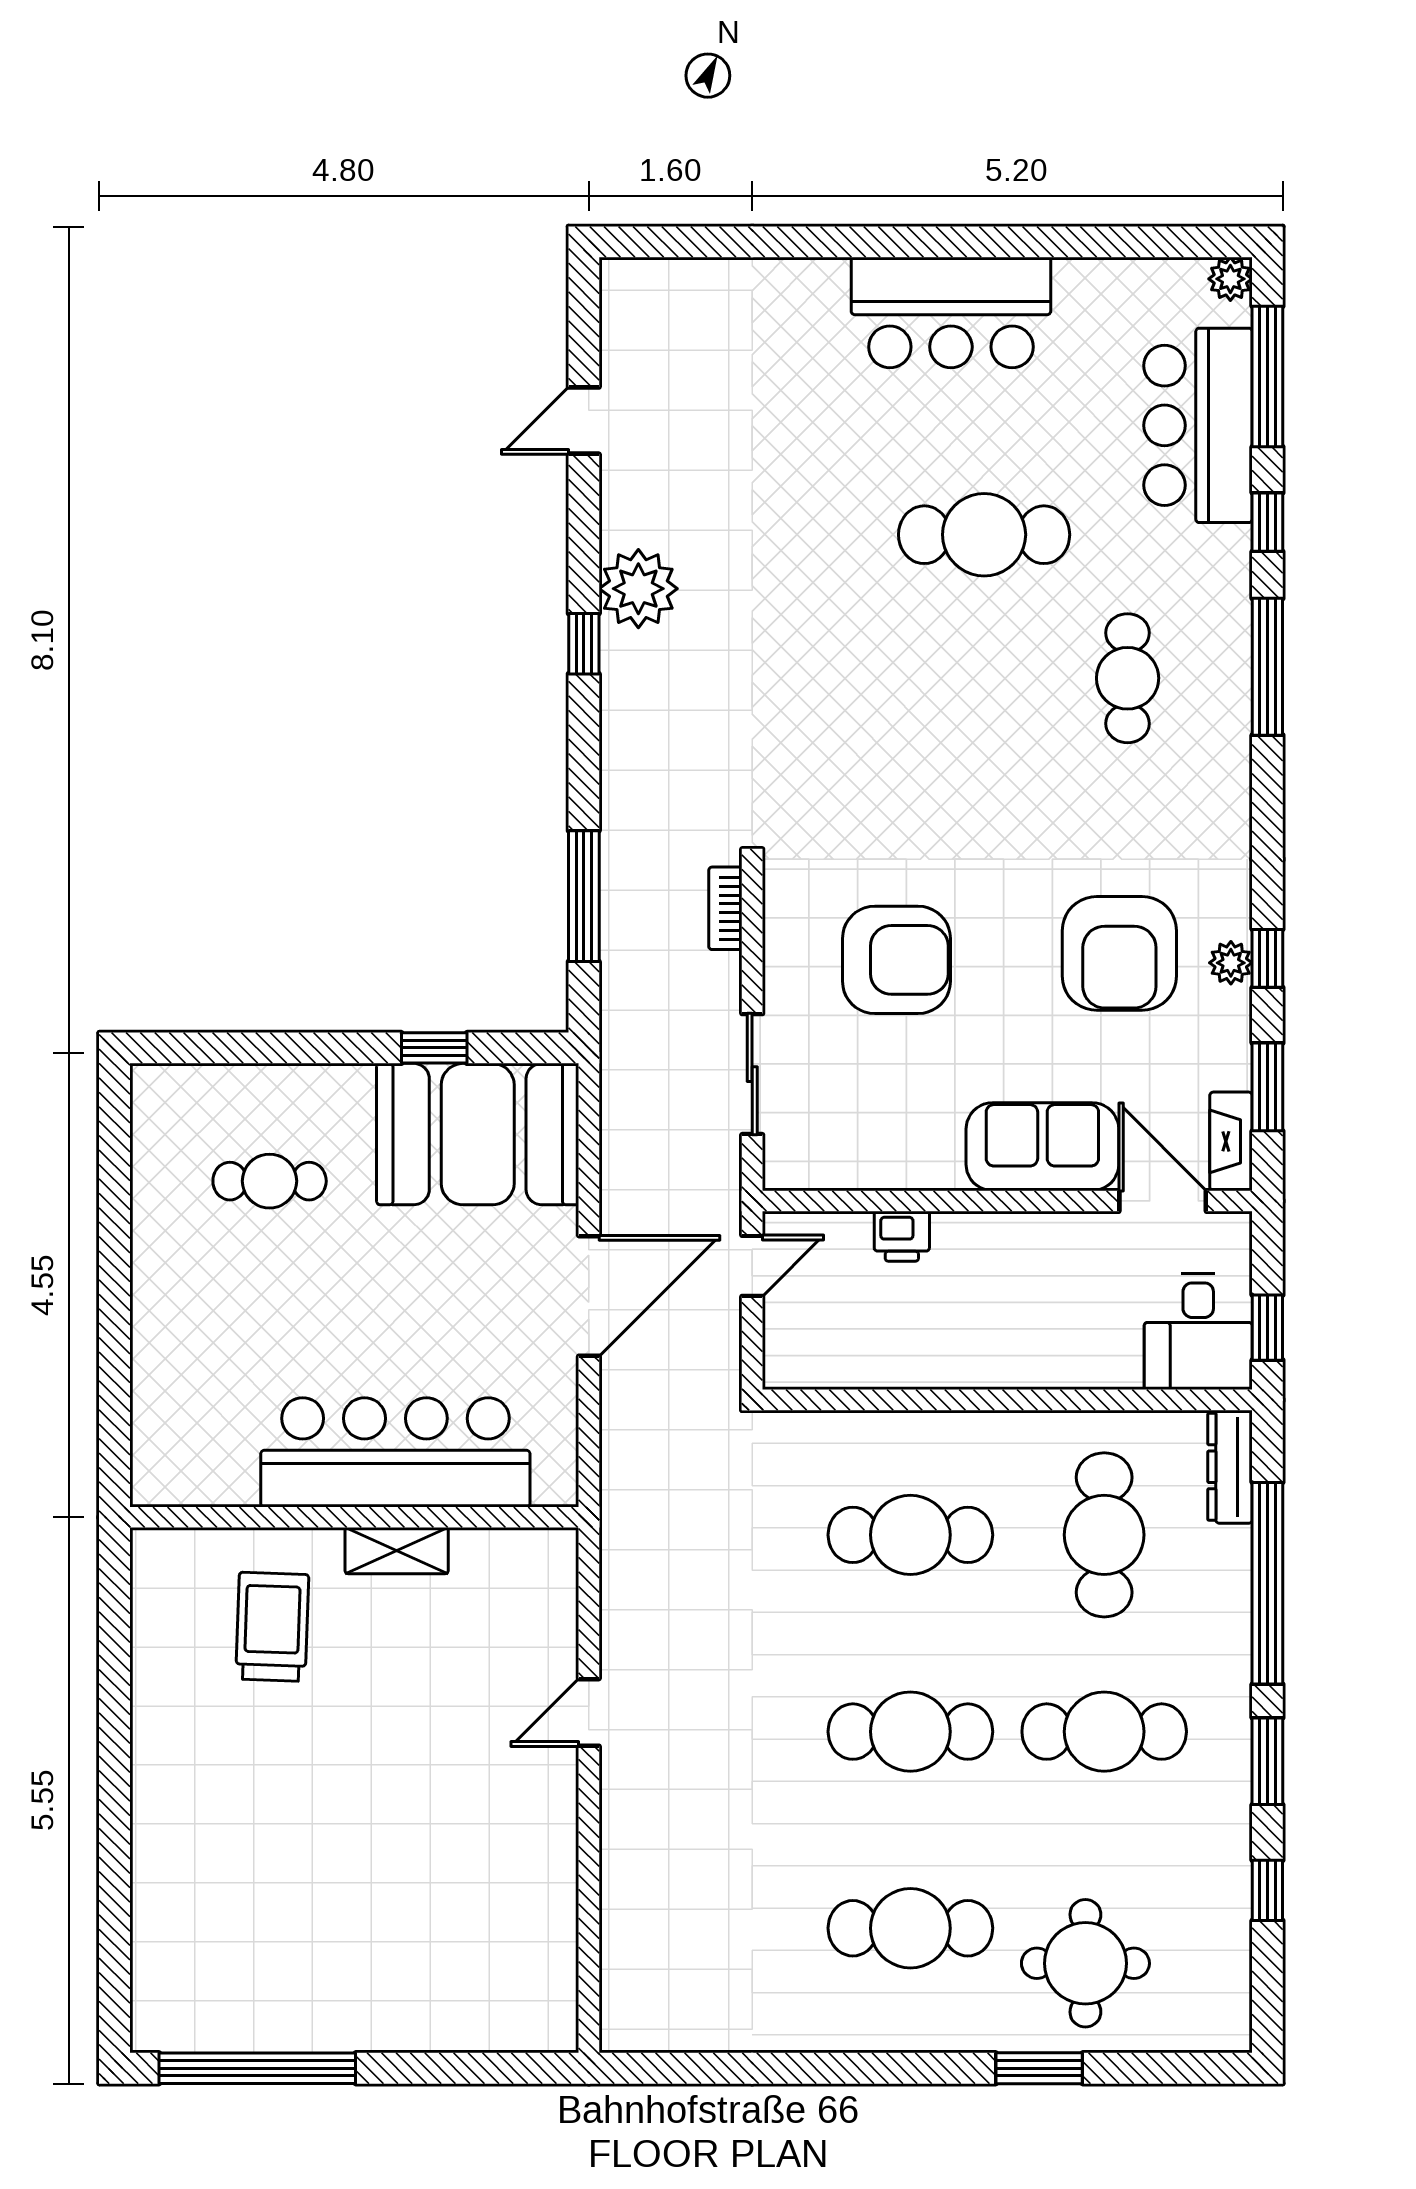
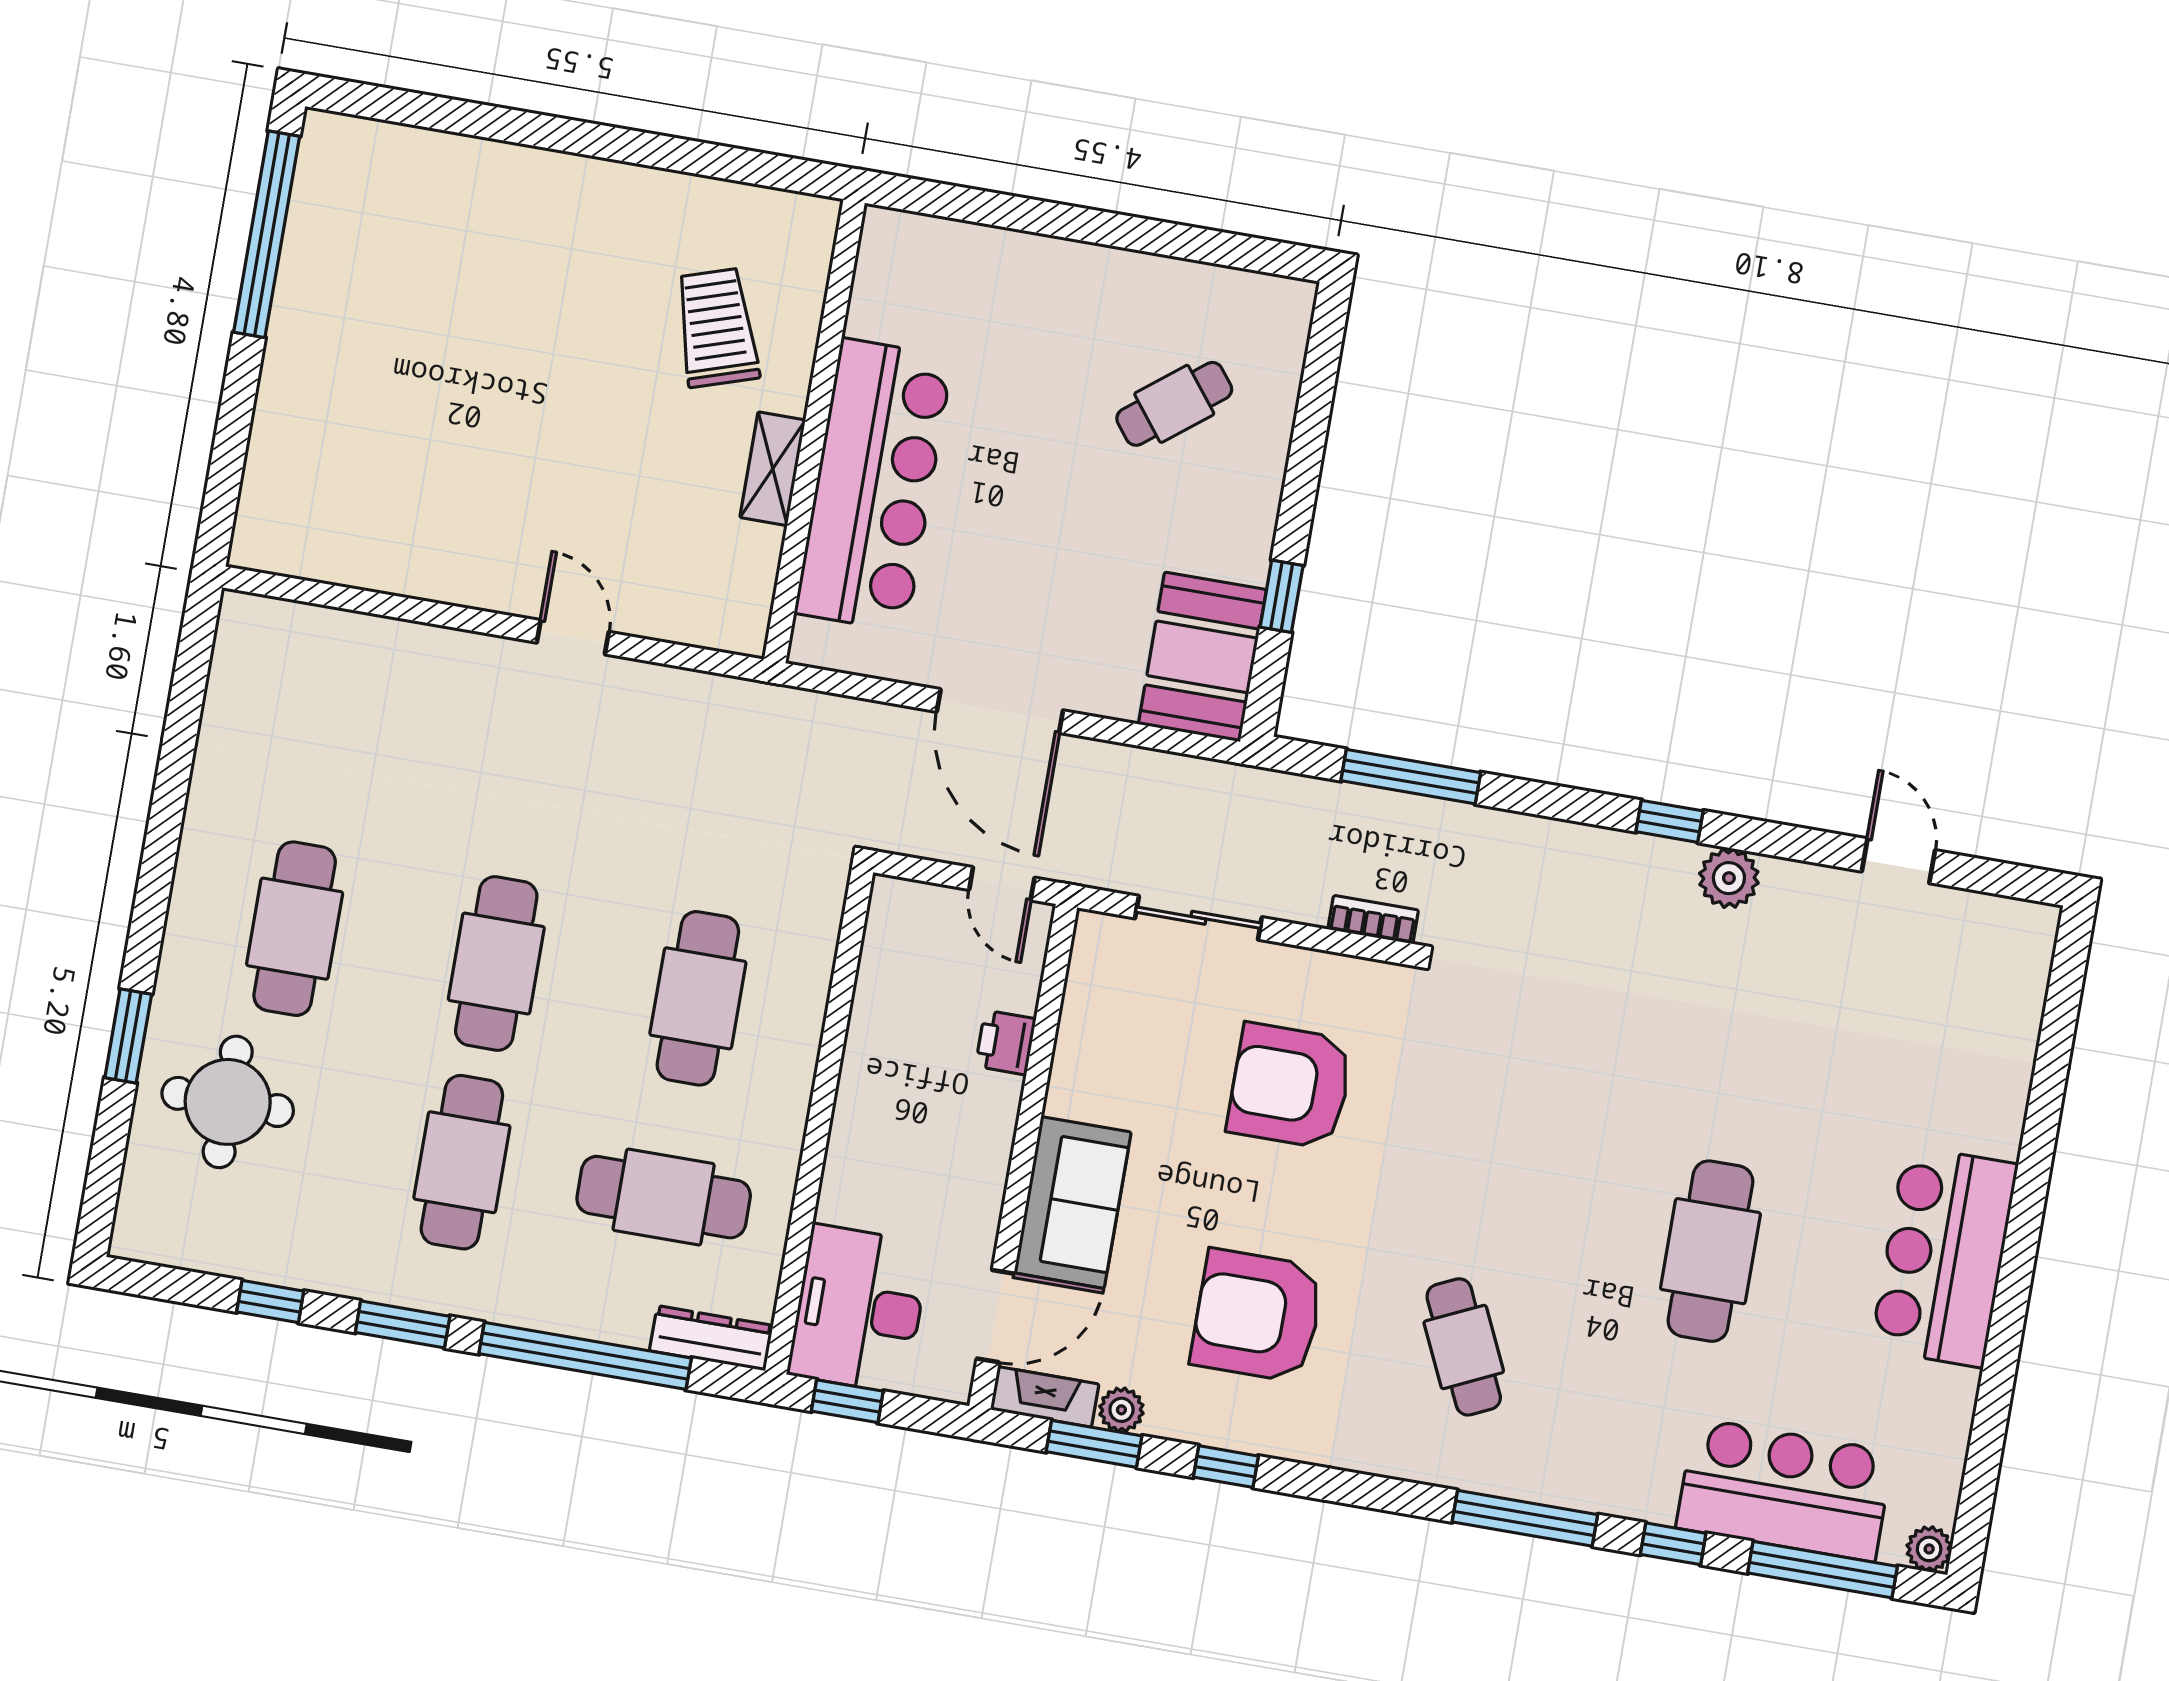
plant: (638, 589) -> (1729, 878), width x0.73, depth x0.73
cafe table: (1128, 678) -> (1464, 1347), moved, turned 65
armchair: (896, 960) -> (1290, 1086), turned 90
plant: (1231, 963) -> (1121, 1410), moved
booth: (478, 1134) -> (1202, 657), width x0.73, depth x0.70
cafe table: (270, 1181) -> (1174, 404), turned 52
desk: (1198, 1332) -> (859, 1309), width x1.37
trolley: (272, 1627) -> (717, 328), turned -110

